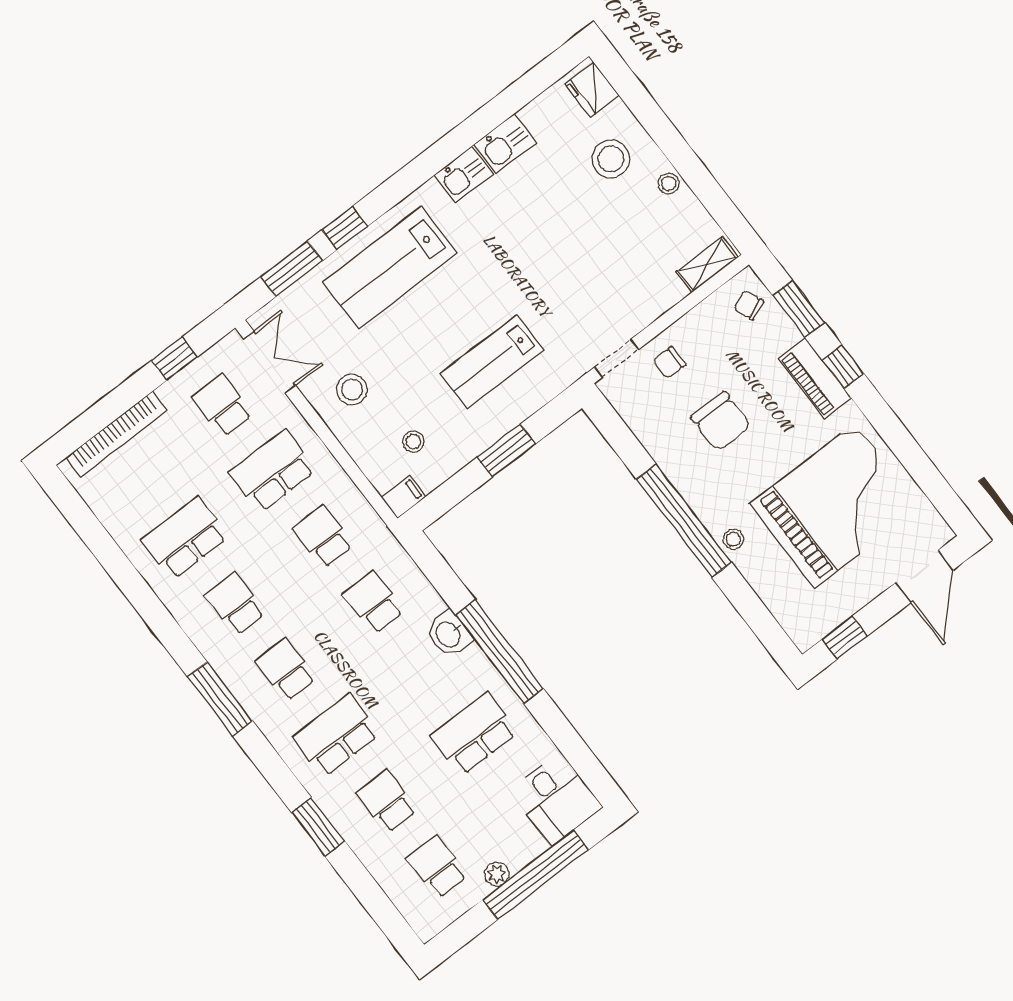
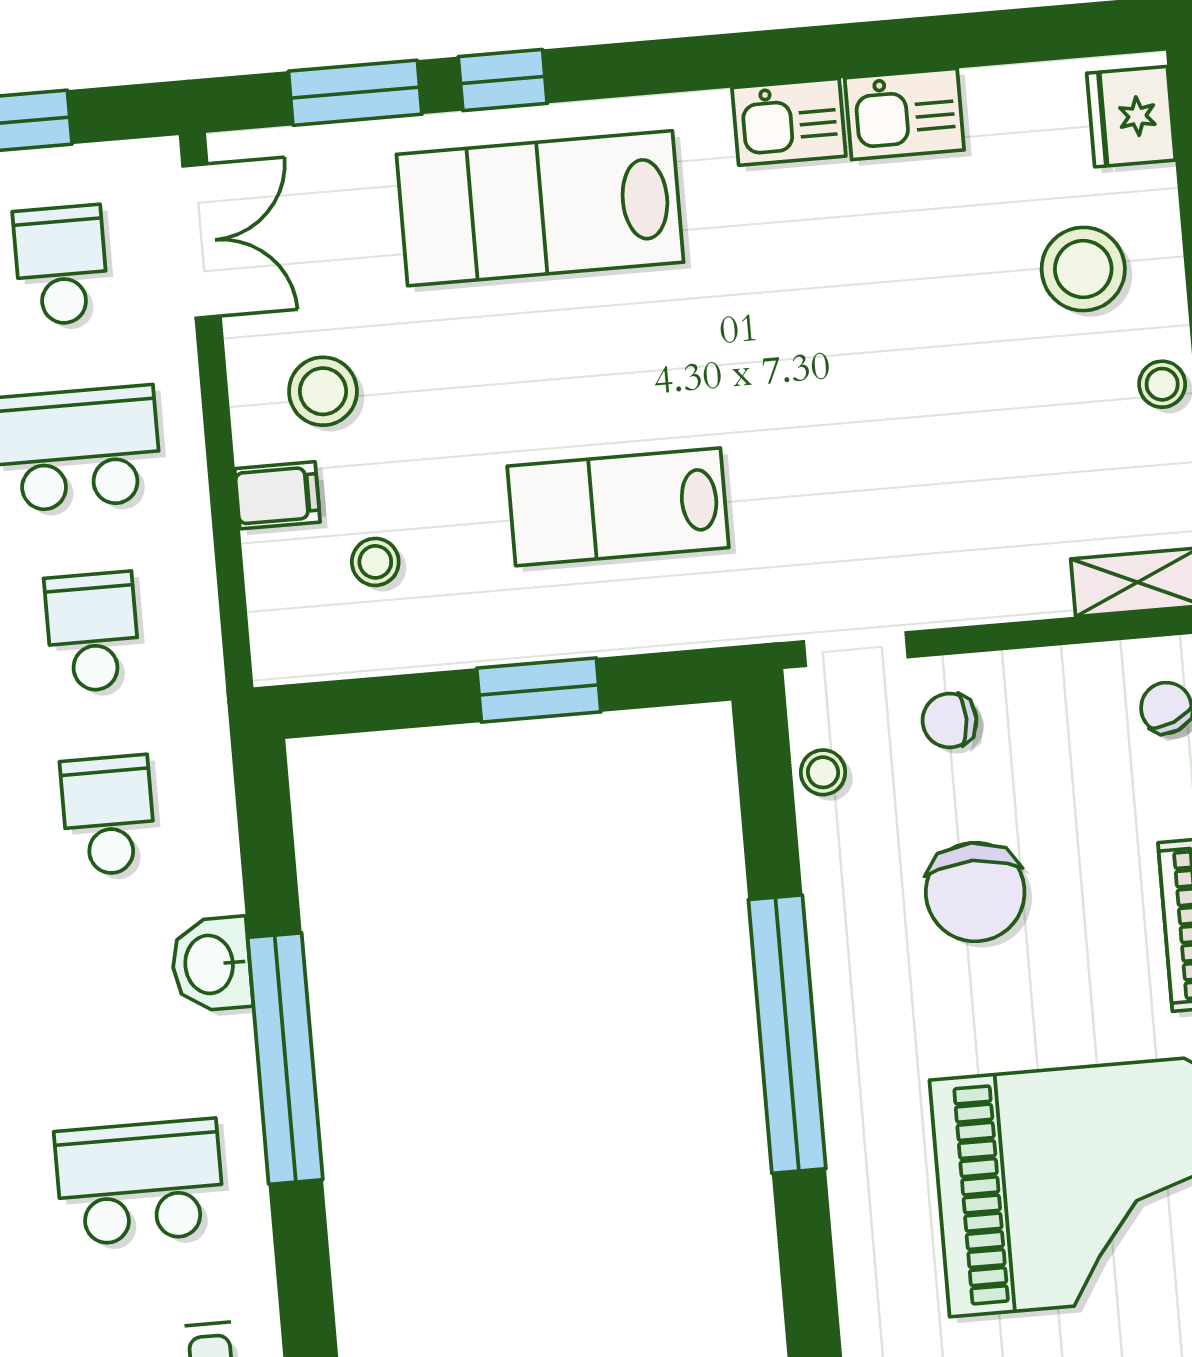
filing cabinet: (404, 497) -> (277, 495), moved
stool: (733, 539) -> (823, 772), moved

